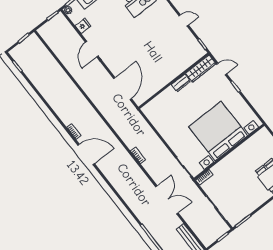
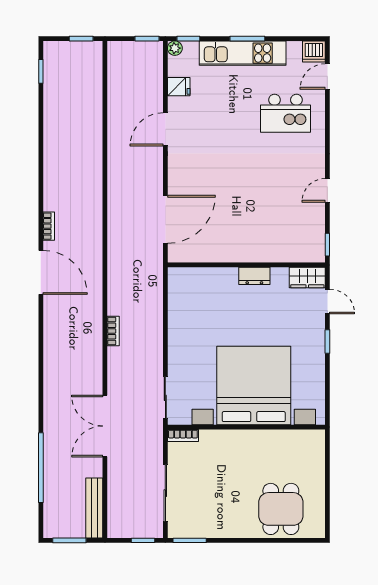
door: (184, 20) -> (327, 190), swing flipped
wardrobe: (201, 69) -> (307, 278), width x0.67
double door: (167, 200) -> (105, 426), swing flipped

